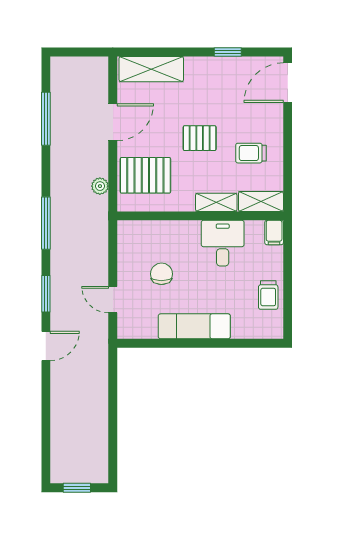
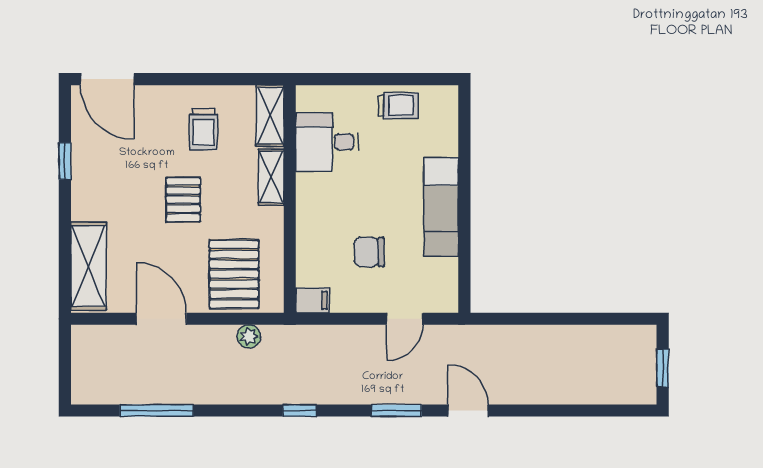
window: (46, 223) -> (300, 410), width x0.46
filing cabinet: (274, 233) -> (313, 300), moved
desk: (223, 243) -> (327, 142), moved

